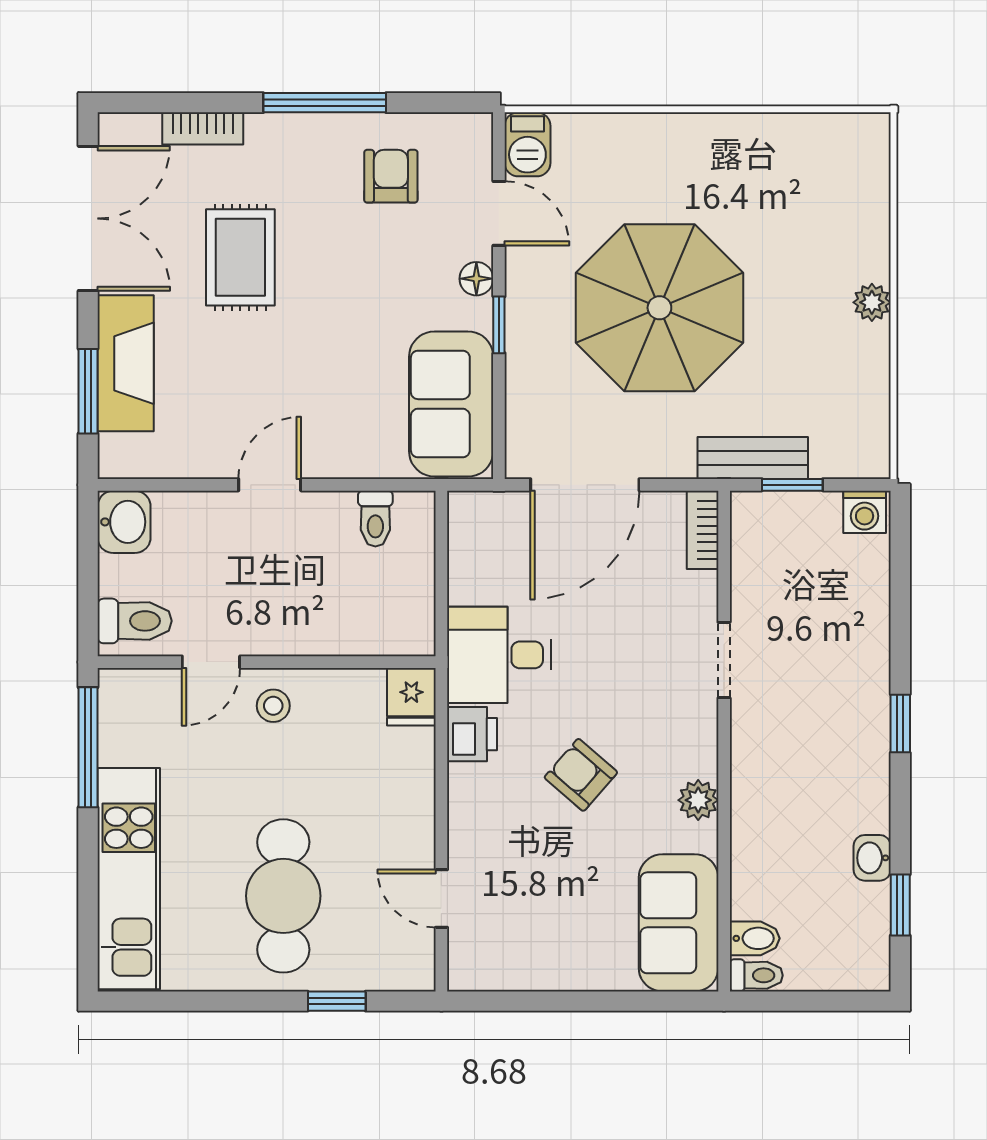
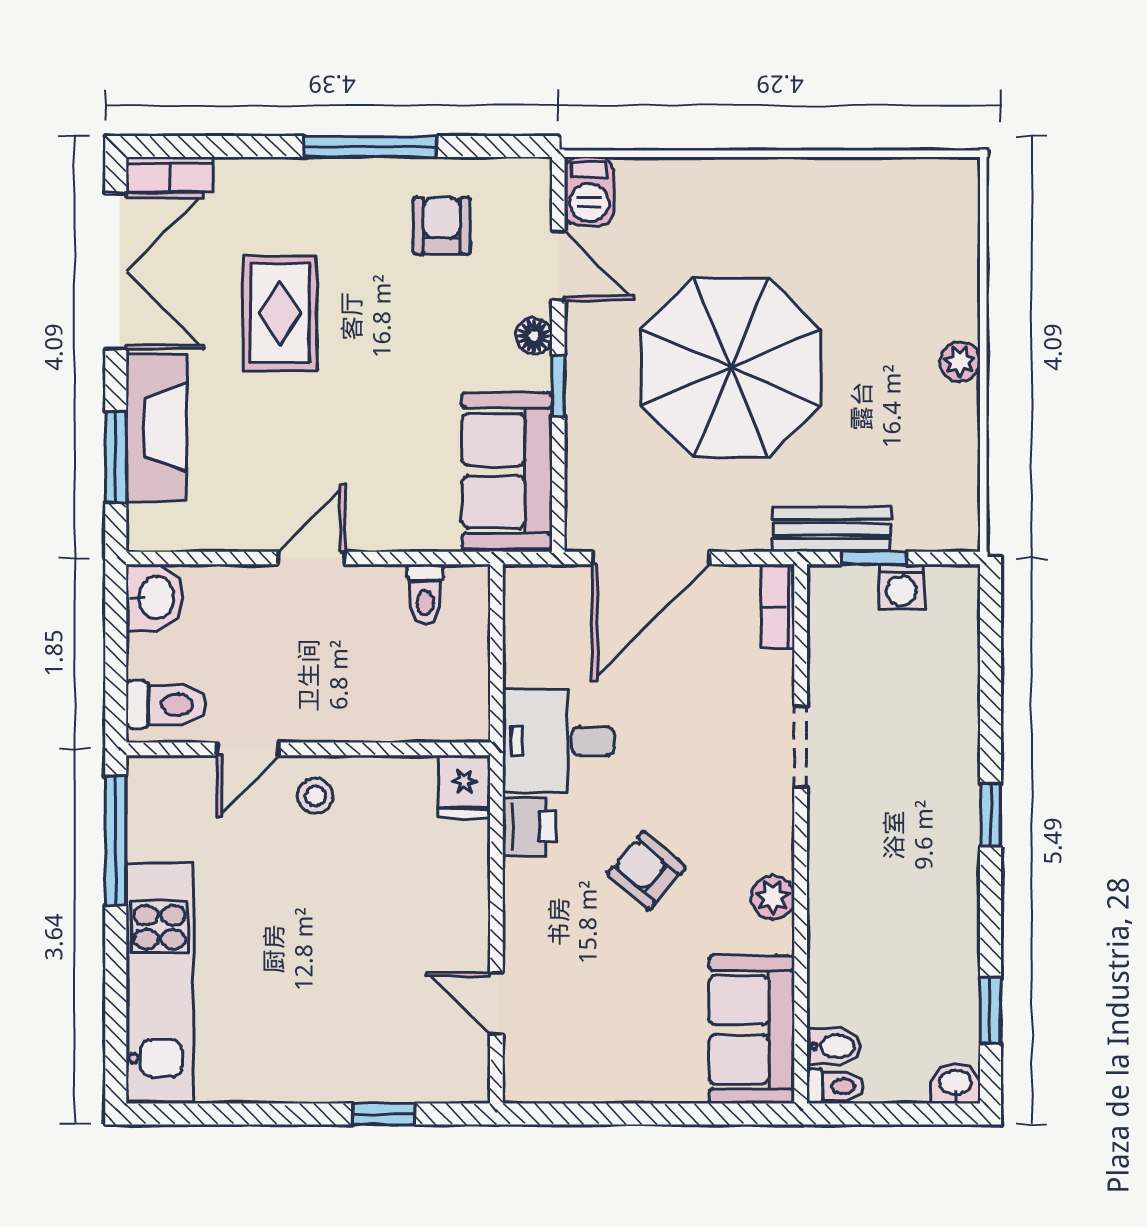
bookcase: (203, 128) -> (170, 174), moved
washing machine: (865, 512) -> (901, 587), moved
washbasin: (872, 858) -> (955, 1084), moved, turned 90
cafe table: (283, 896) -> (326, 1001), removed

